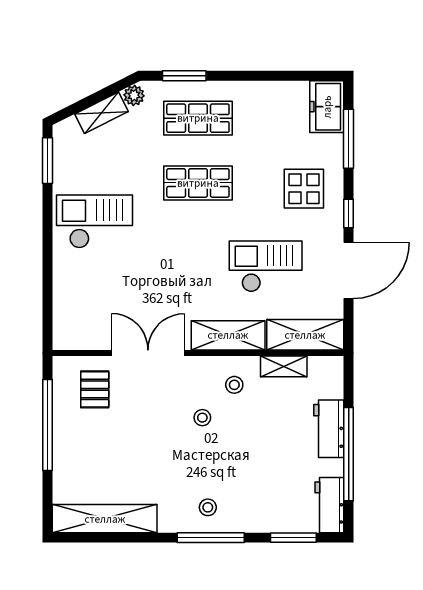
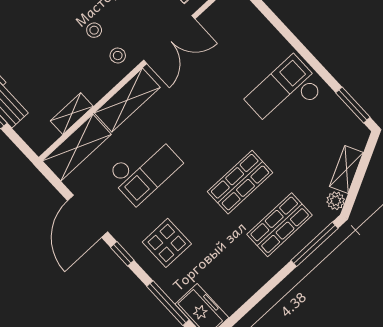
window: (184, 76) -> (314, 244), width x1.44
checkout: (95, 221) -> (285, 94), turned 180
stool: (234, 385) -> (118, 56), moved

